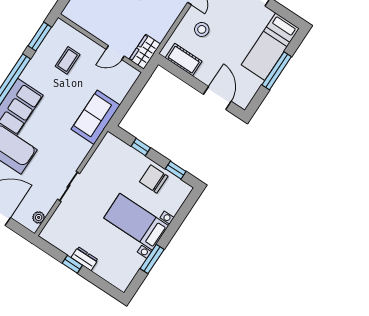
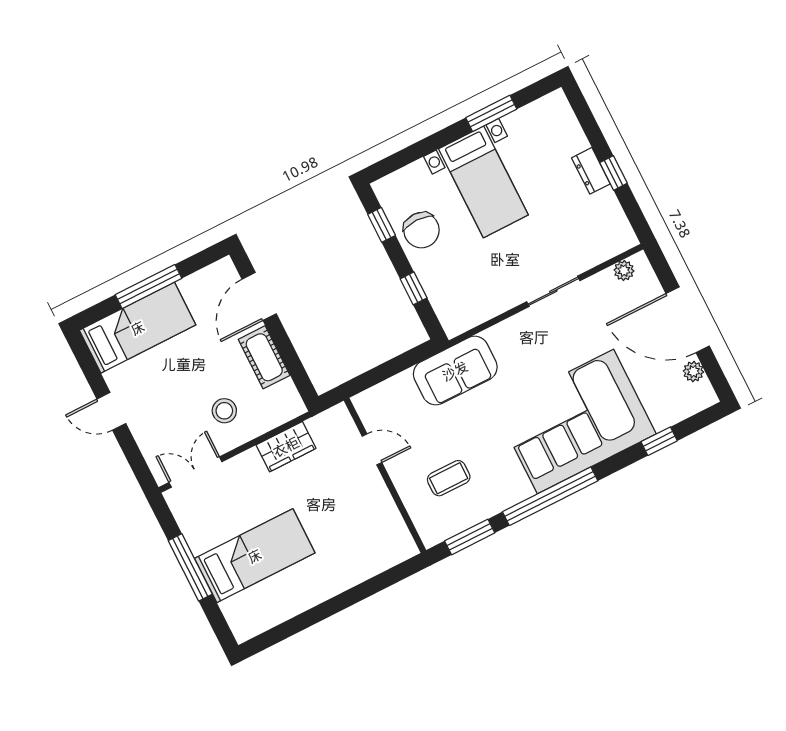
wardrobe: (145, 52) -> (286, 447), moved
cot: (184, 60) -> (264, 357), moved

